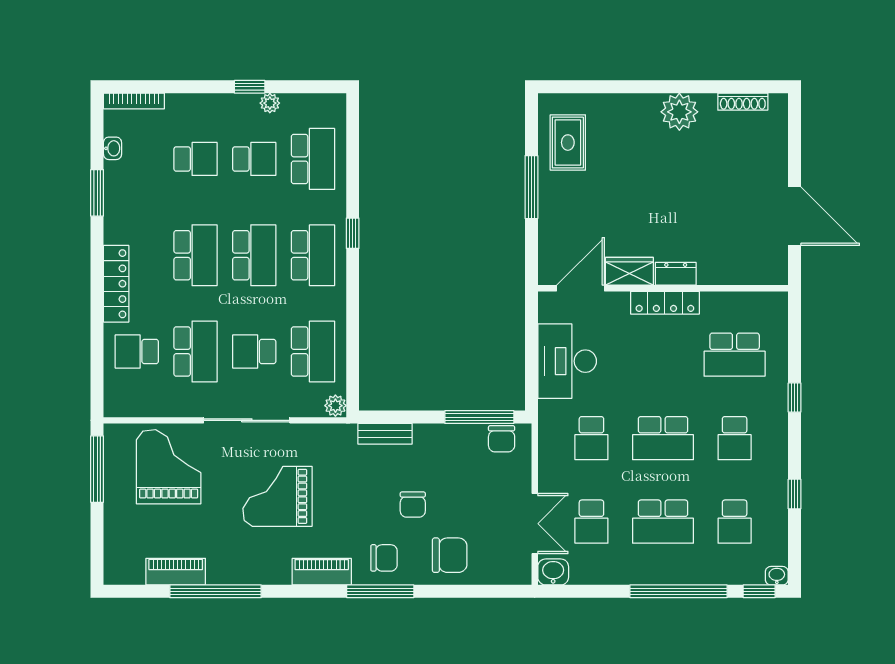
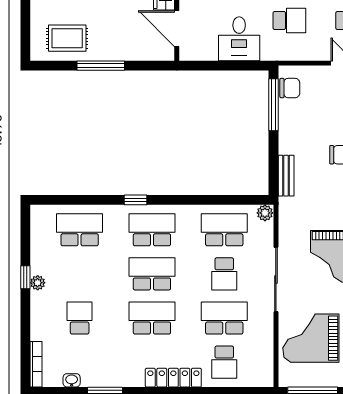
plant: (270, 103) -> (38, 283), moved
school desk: (254, 159) -> (80, 274), removed
desk: (567, 361) -> (239, 39), width x0.73

